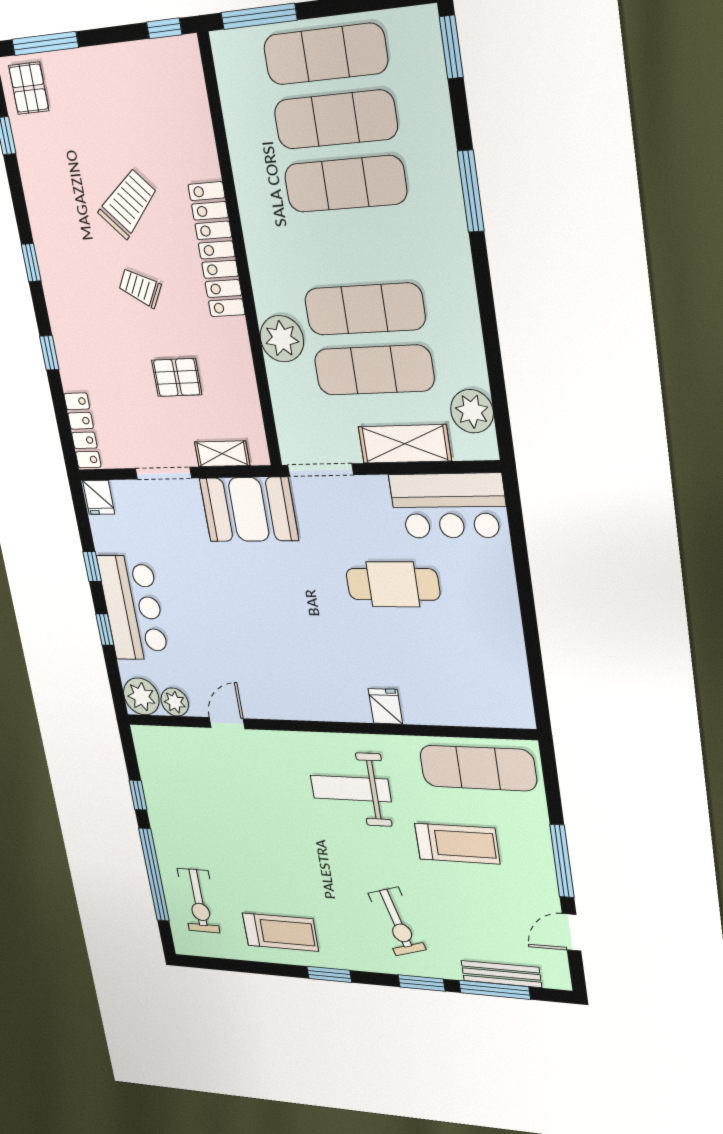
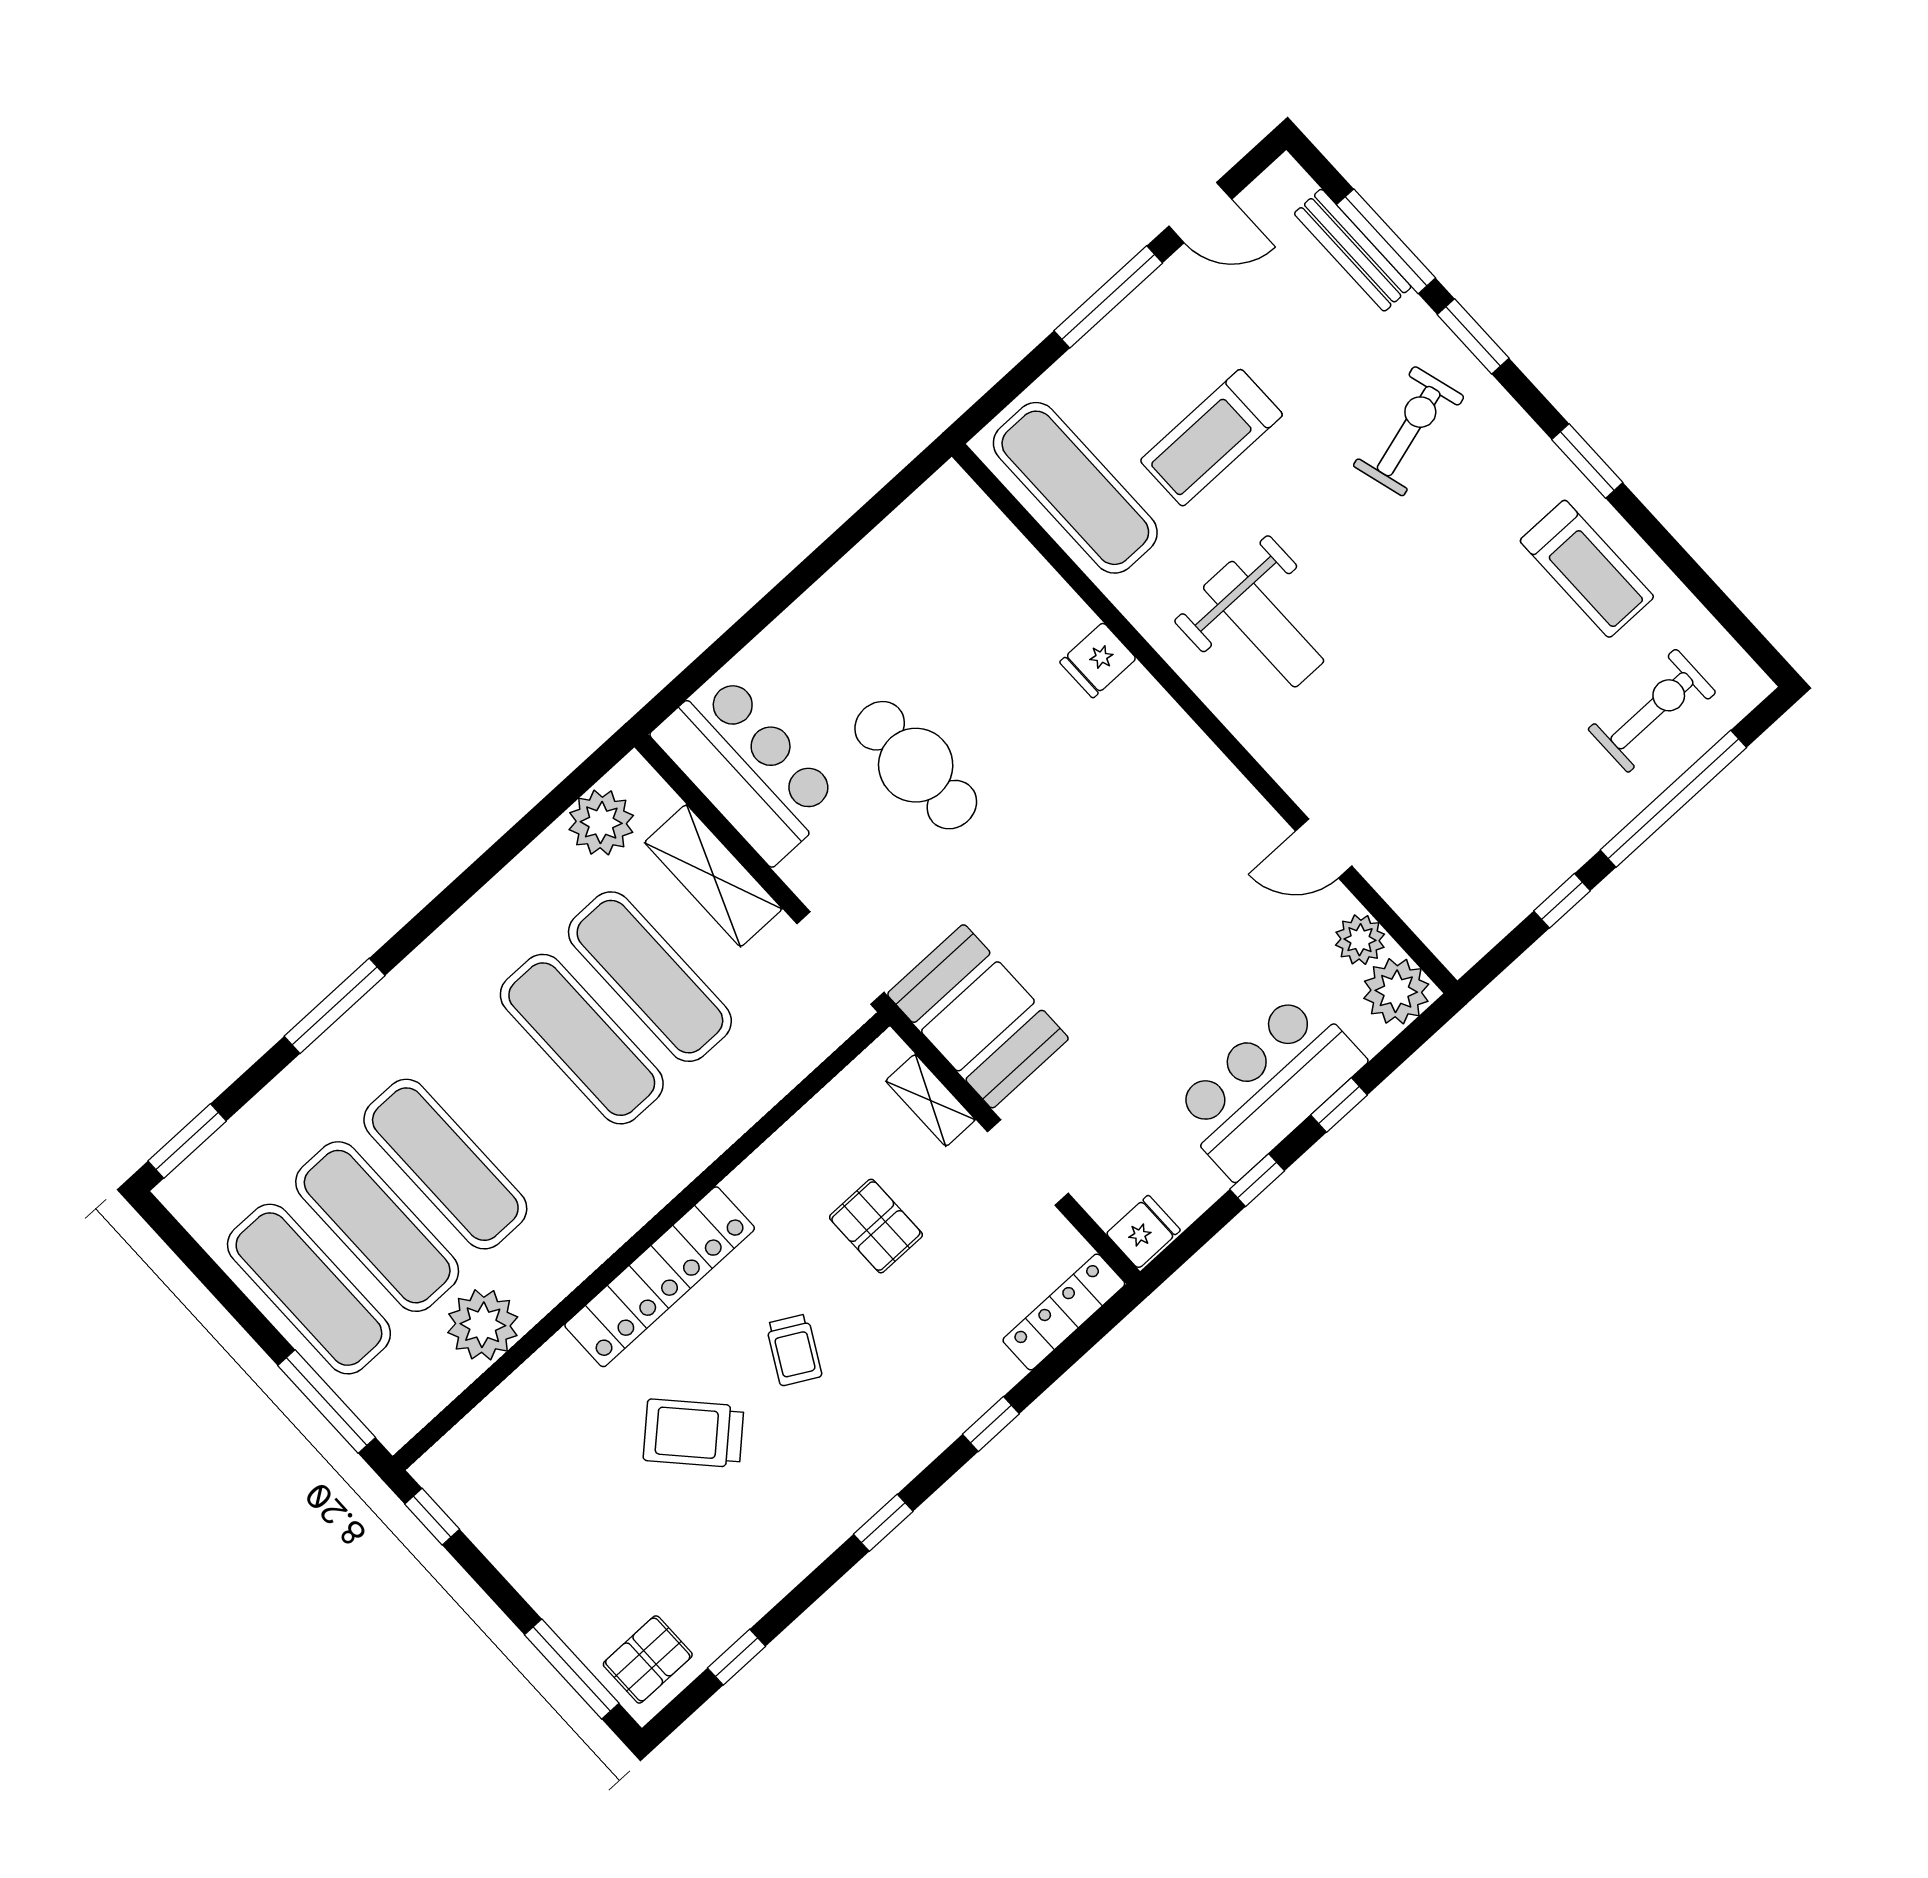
plant: (282, 339) -> (483, 1325), moved
treadmill: (457, 844) -> (1211, 438), turned -90
treadmill: (280, 932) -> (1587, 569), turned 180

